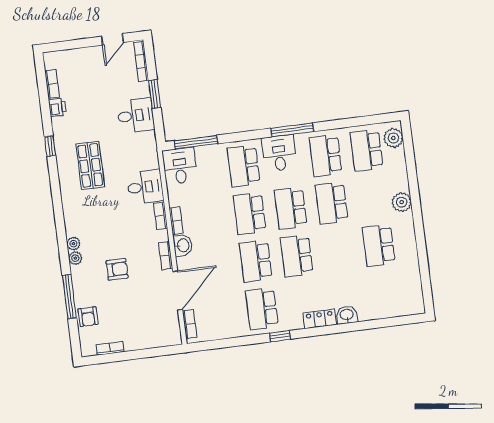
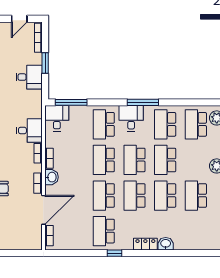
school desk: (338, 251) -> (165, 196), added

